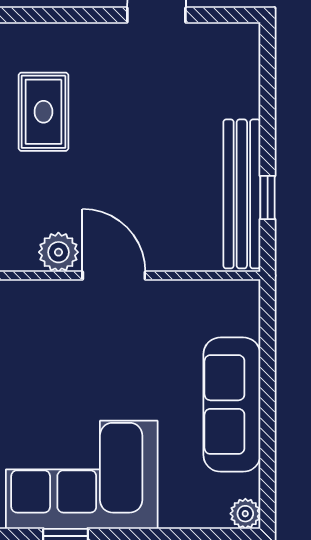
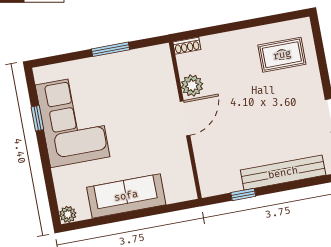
rug: (43, 112) -> (282, 55), moved
bench: (242, 194) -> (283, 173), moved

